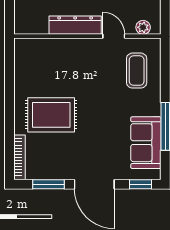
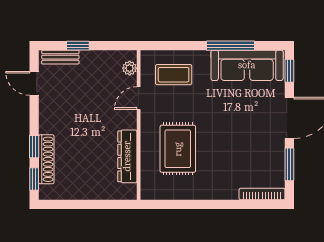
dresser: (75, 25) -> (127, 156), moved
rug: (51, 115) -> (178, 149), moved
sofa: (146, 143) -> (247, 65), width x1.36

